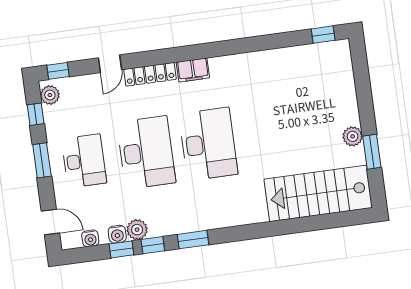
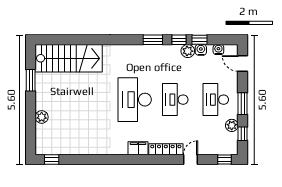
plant: (50, 95) -> (232, 125), moved
plant: (353, 136) -> (42, 117), moved
desk: (146, 152) -> (175, 100), width x0.73, depth x0.77

